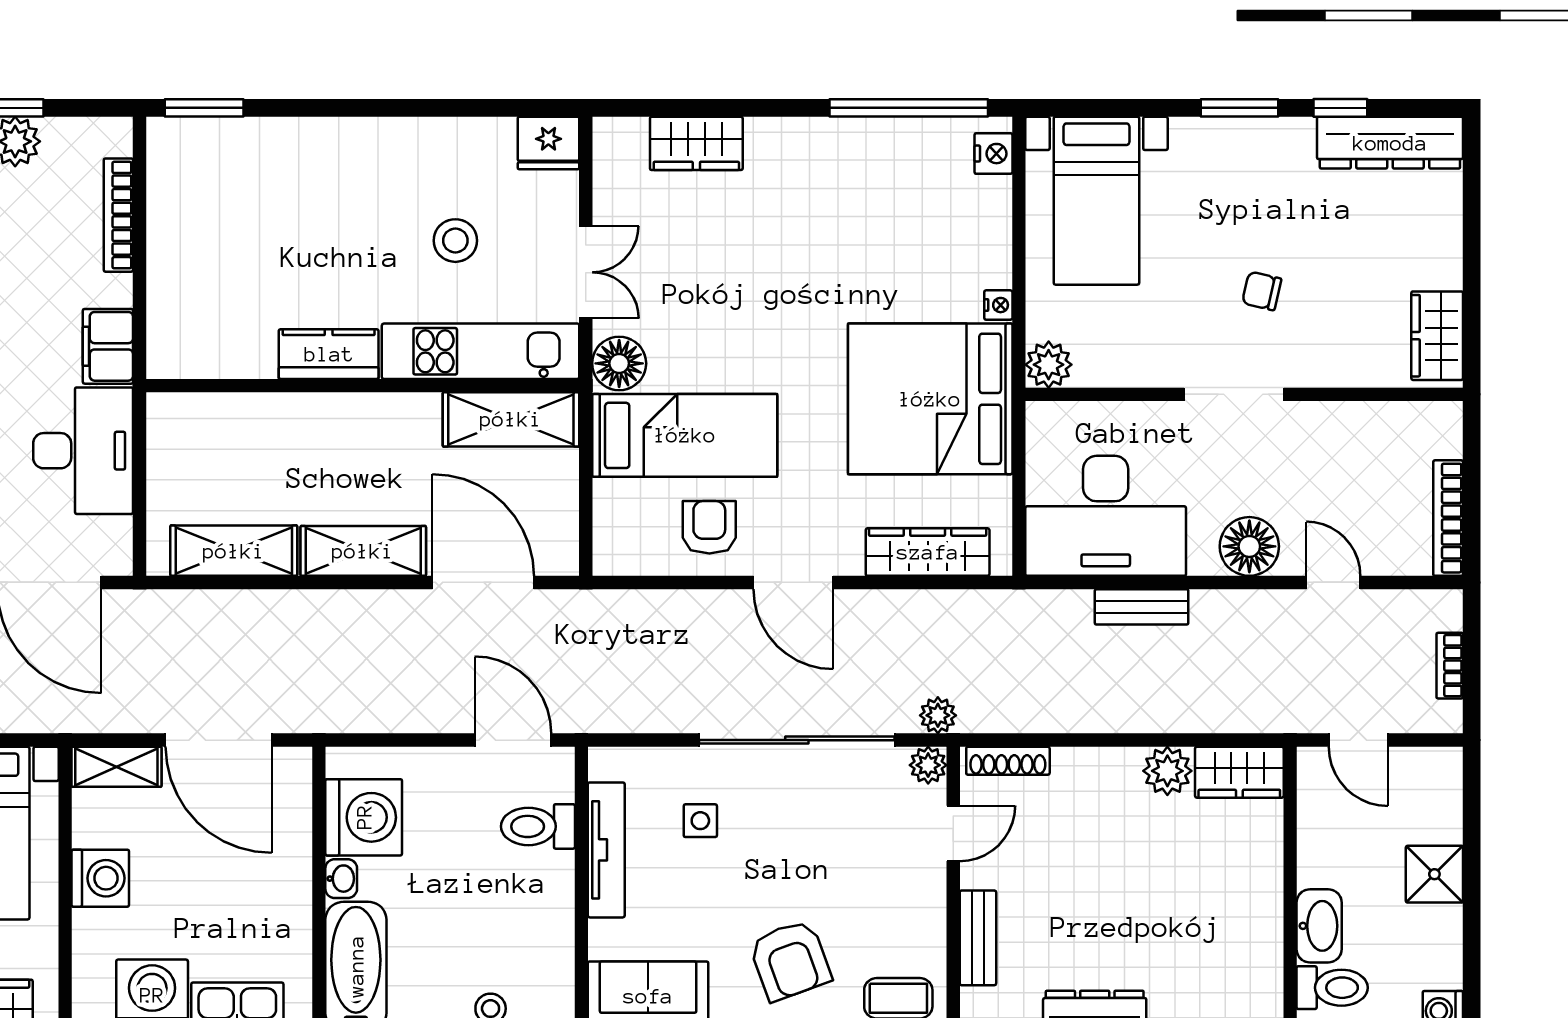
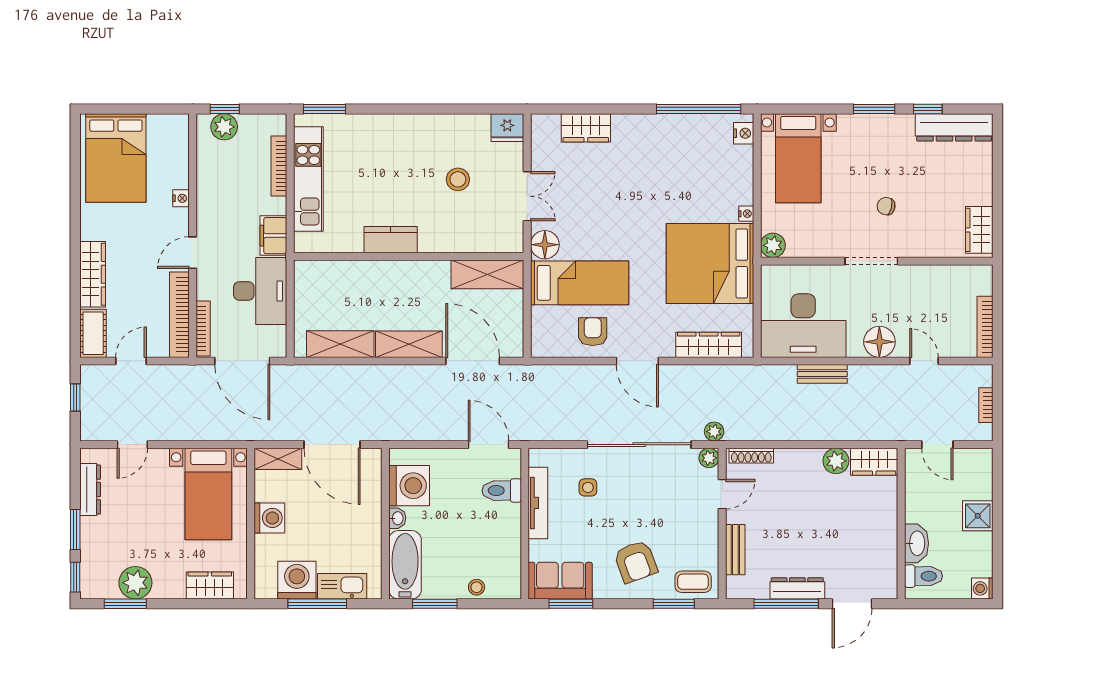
kitchen unit: (481, 351) -> (308, 179), moved, turned 90

